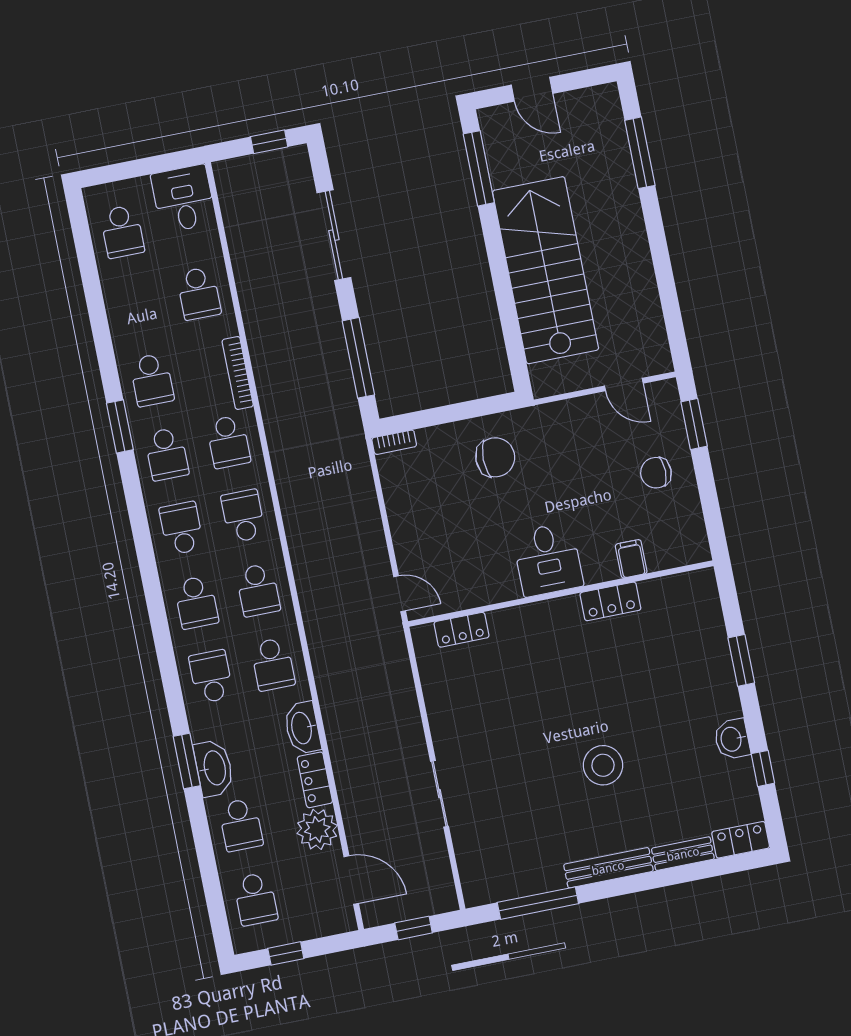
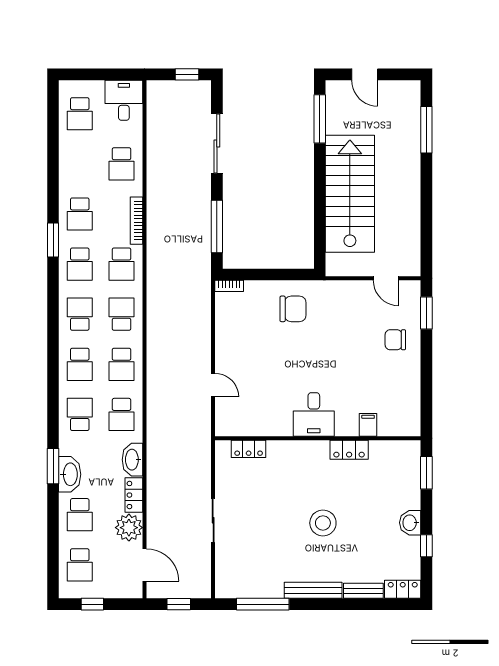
desk: (548, 559) -> (314, 414), moved
filing cabinet: (631, 559) -> (368, 425), moved
wall: (561, 594) -> (318, 438), moved
locker: (610, 601) -> (349, 450), moved
locker: (461, 630) -> (249, 449), moved

